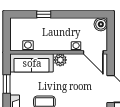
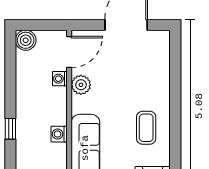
washing machine: (28, 46) -> (59, 134), moved
plant: (60, 60) -> (81, 85), moved

